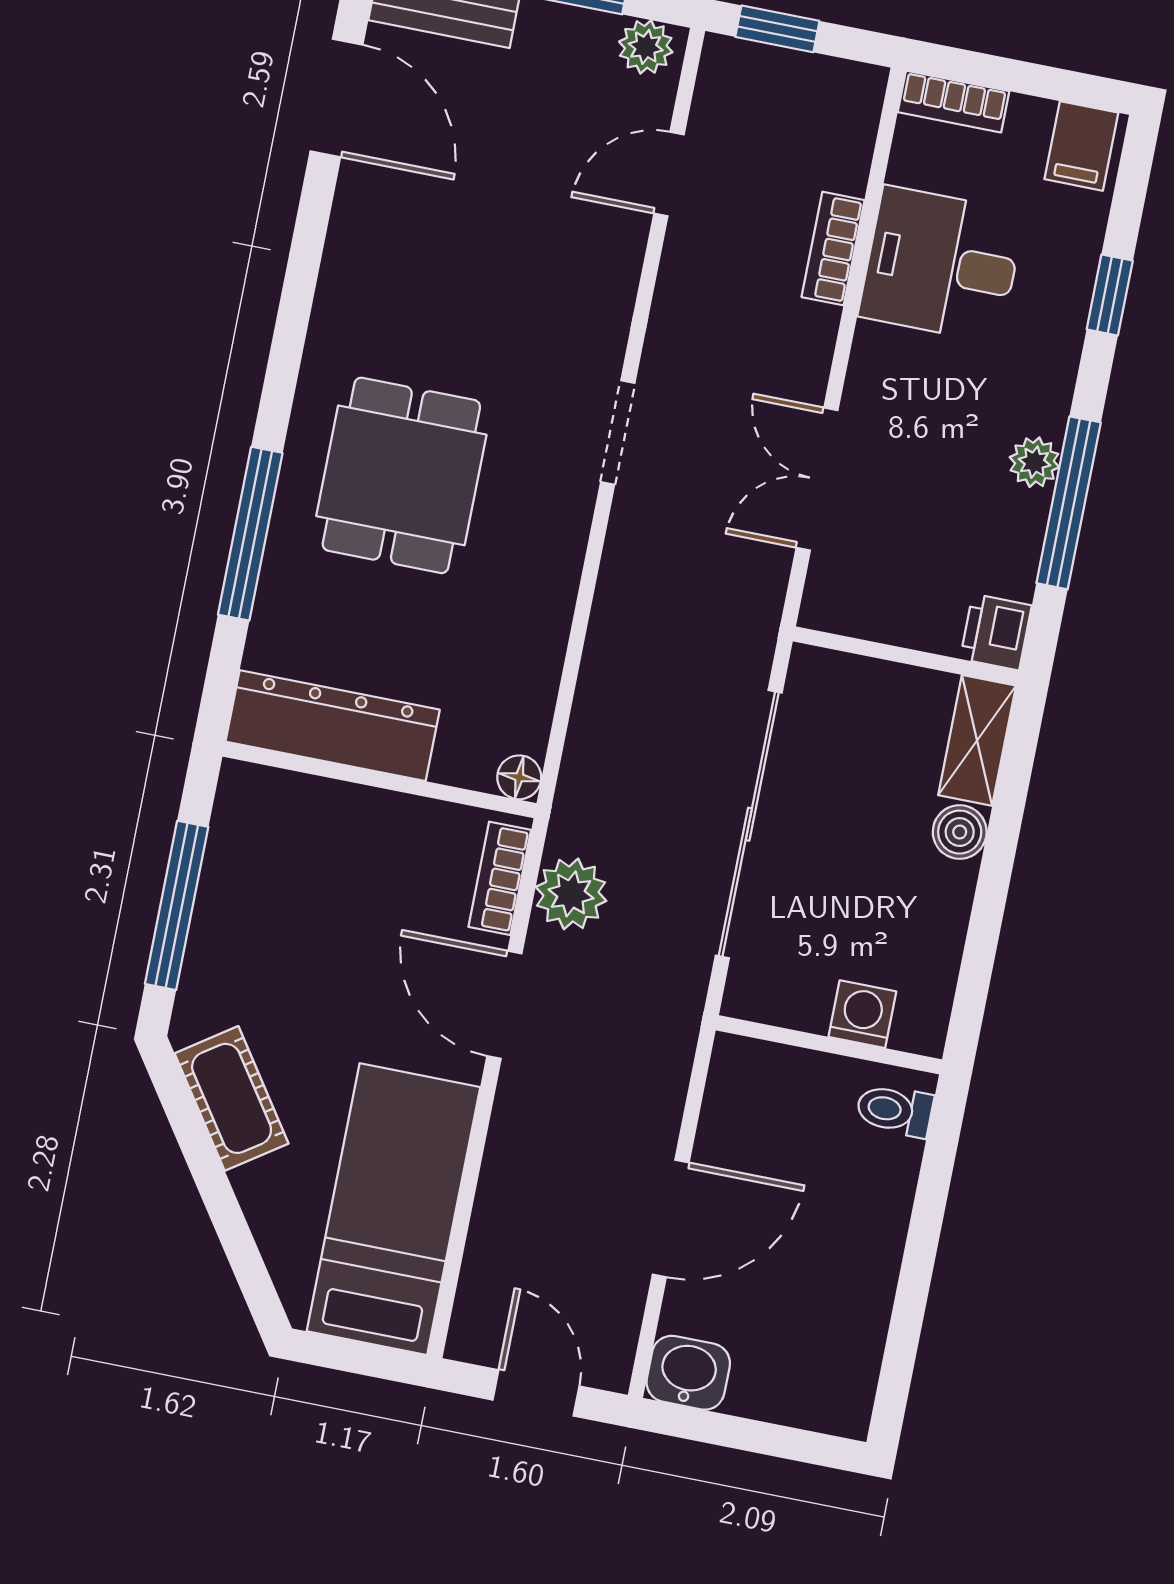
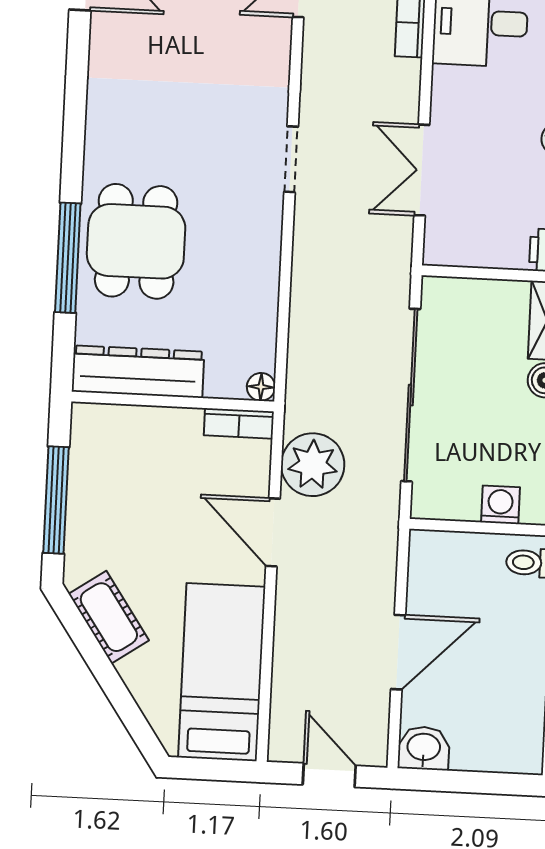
dining table: (401, 475) -> (136, 241), moved
bookcase: (500, 878) -> (239, 423), moved, turned -90
plant: (571, 894) -> (313, 465), width x1.36, depth x1.36

